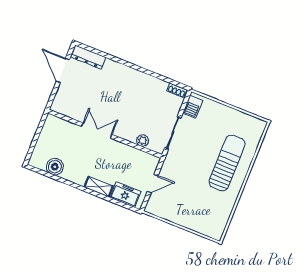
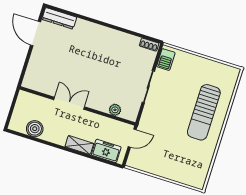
double door: (97, 130) -> (69, 103), moved
wall: (105, 134) -> (77, 106), moved
plant: (143, 141) -> (115, 110), moved
sun lounger: (227, 163) -> (204, 112), turned 180

